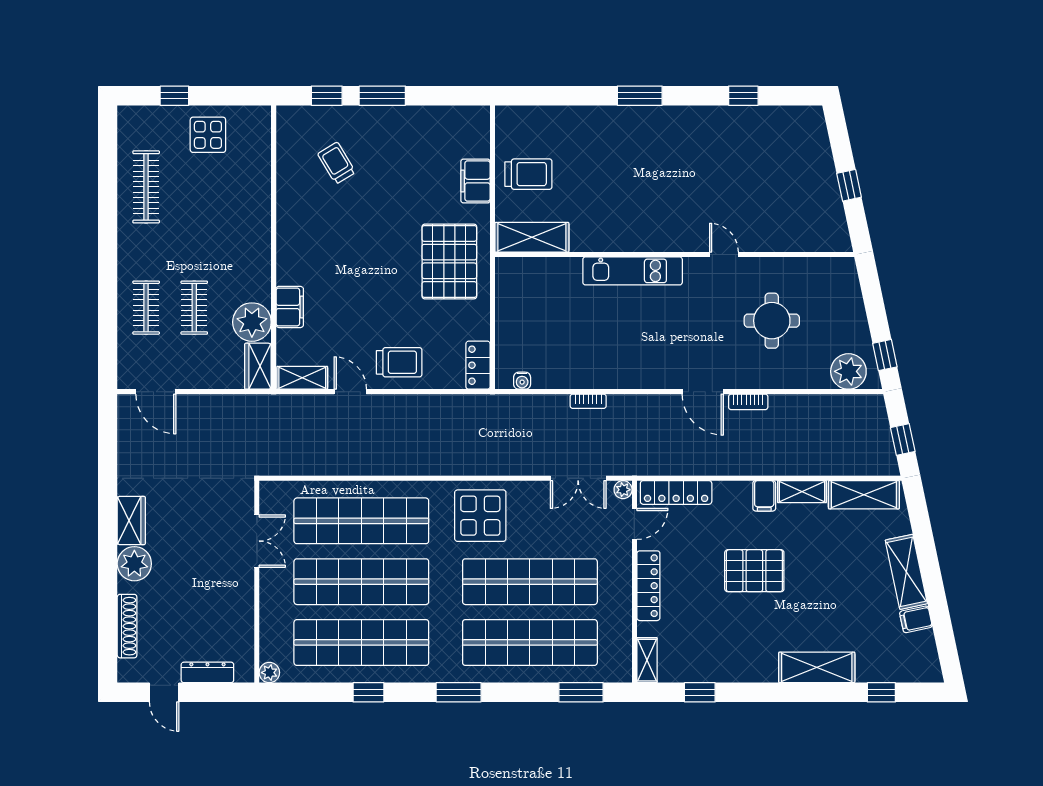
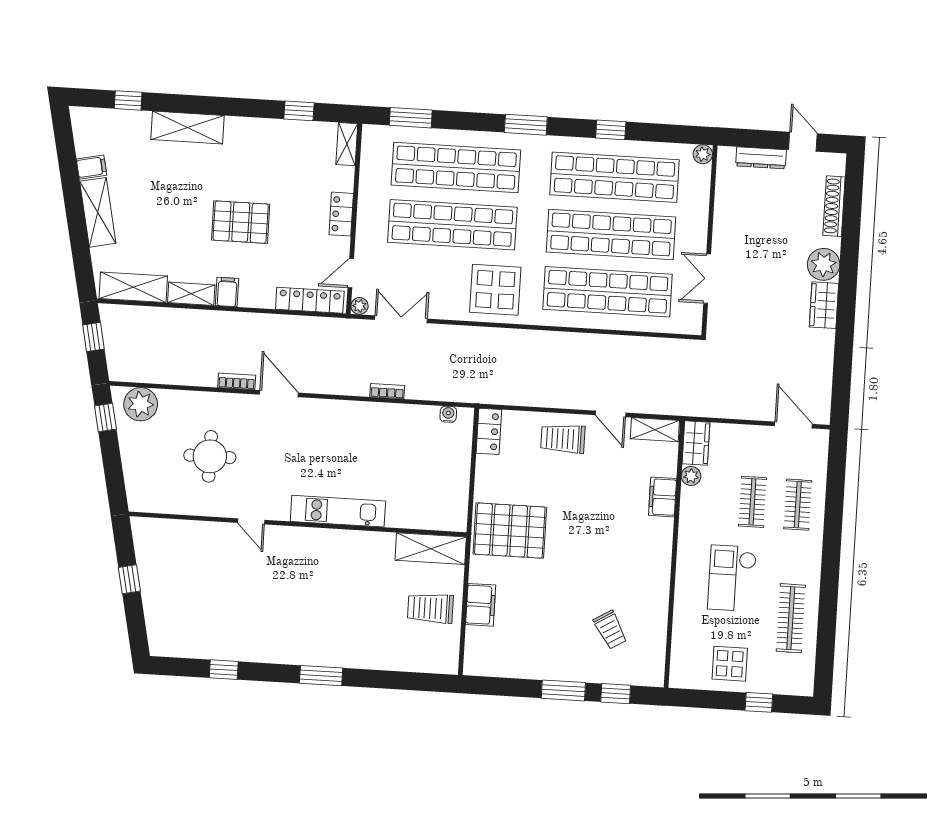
checkout: (211, 225) -> (732, 578), added
pallet: (449, 261) -> (510, 531), turned 90
plant: (252, 322) -> (691, 476), width x0.53, depth x0.53
locker: (648, 586) -> (341, 214), width x0.66

